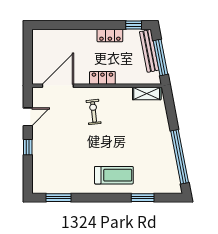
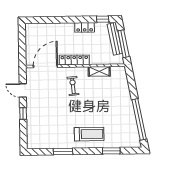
locker: (102, 78) -> (74, 60), width x1.53
shelving: (147, 93) -> (99, 71), moved
door: (28, 117) -> (23, 90), swing flipped
window: (58, 198) -> (63, 152), moved

